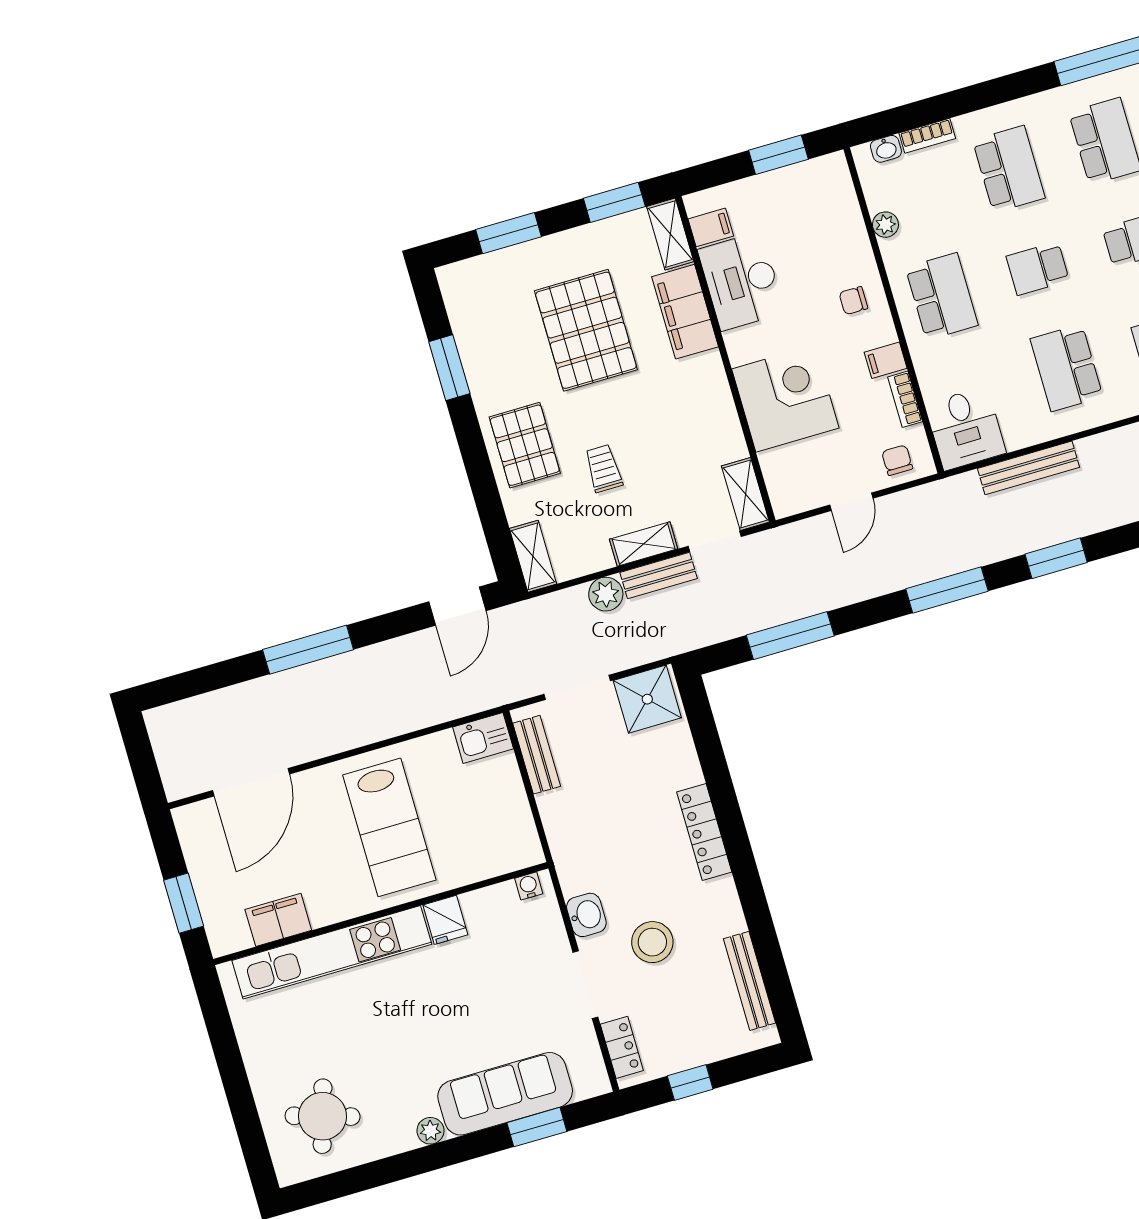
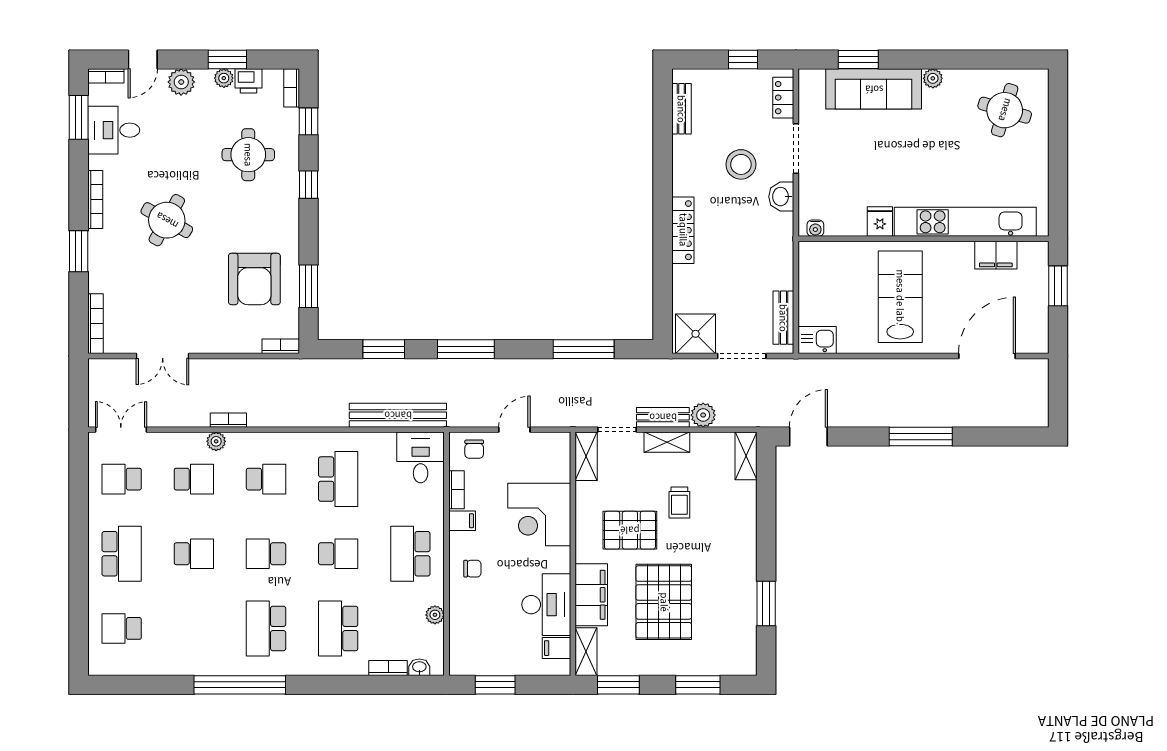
pallet: (525, 445) -> (630, 530), moved, turned 90
bench: (1028, 468) -> (398, 415), width x1.37, depth x1.21
bench: (749, 981) -> (681, 109), width x0.73

